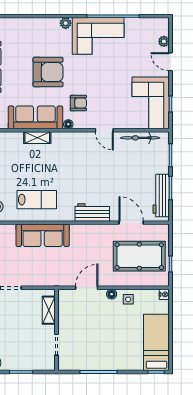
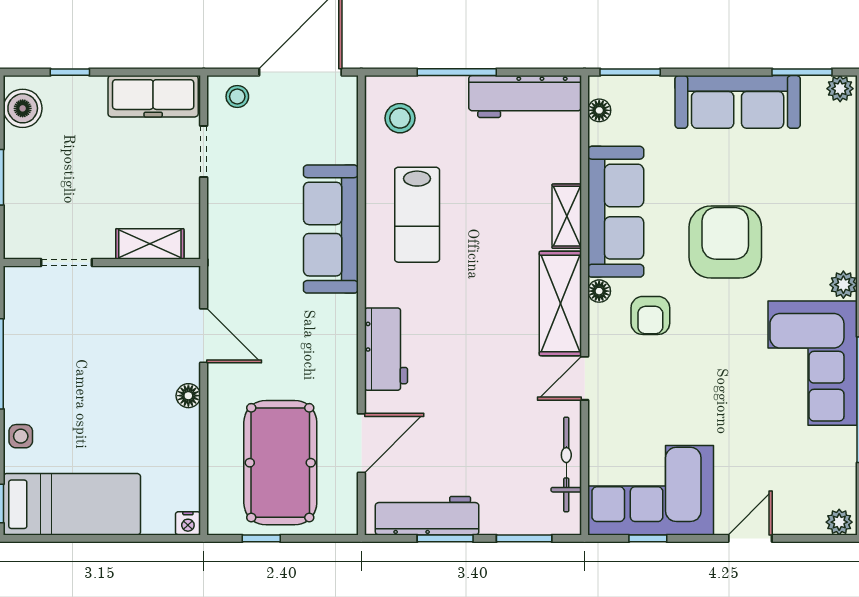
plant: (164, 41) -> (839, 522), moved
armchair: (48, 72) -> (725, 242), turned 180
shelving: (73, 140) -> (560, 303), added
side table: (128, 299) -> (21, 436), moved

